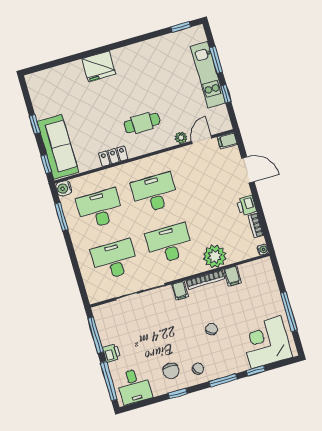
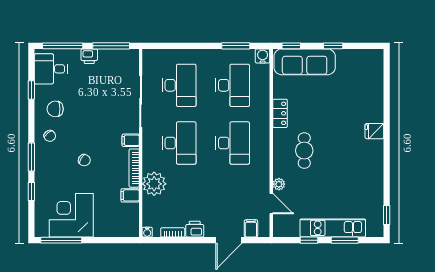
fridge: (99, 66) -> (374, 131), width x0.53, depth x0.75
filing cabinet: (227, 141) -> (251, 228), moved
window: (289, 312) -> (61, 240), moved
corner desk: (266, 342) -> (71, 215), moved, turned -90
window: (178, 393) -> (31, 90), moved

